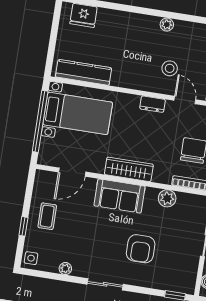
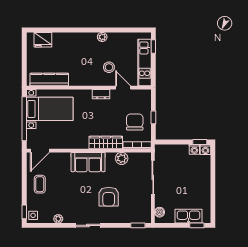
wardrobe: (129, 169) -> (106, 142), moved
door: (72, 172) -> (40, 151), moved
window: (23, 226) -> (24, 212), moved

